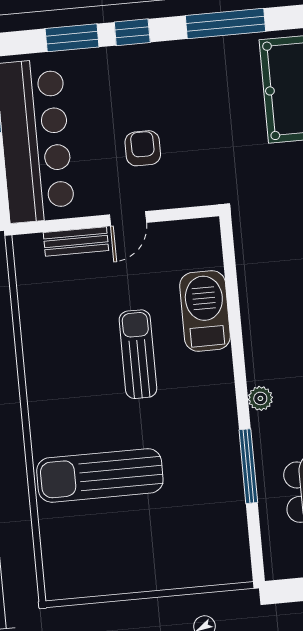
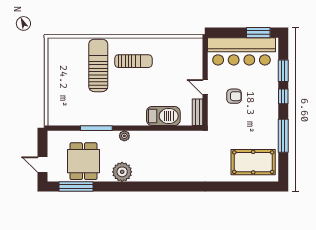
bench: (76, 242) -> (198, 112), moved
sun lounger: (138, 354) -> (133, 61), moved

